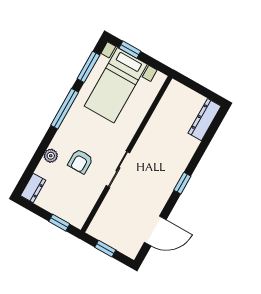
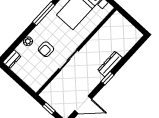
dresser: (204, 120) -> (110, 64), moved
window: (59, 223) -> (23, 85), removed

